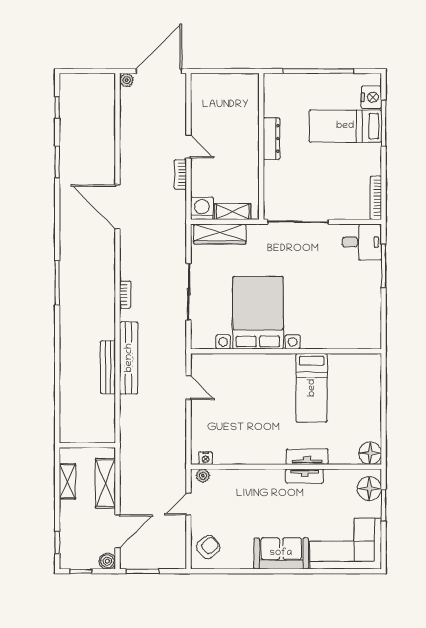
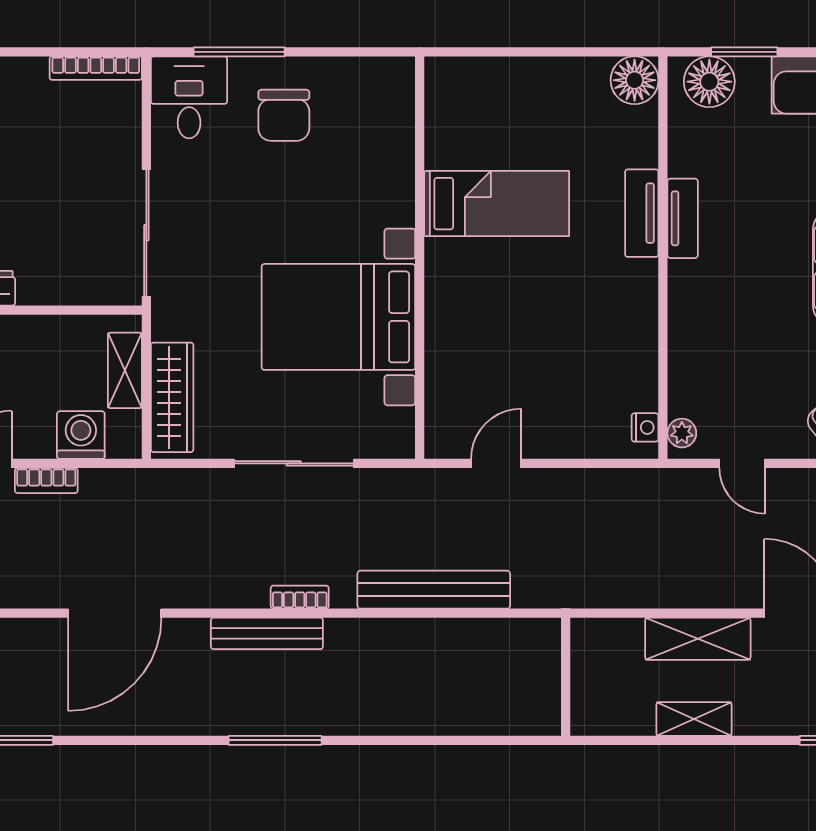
washing machine: (202, 208) -> (81, 435), moved, turned 90
chair: (353, 287) -> (284, 115), added
bench: (108, 367) -> (267, 633), moved
wall: (87, 445) -> (566, 677), moved

